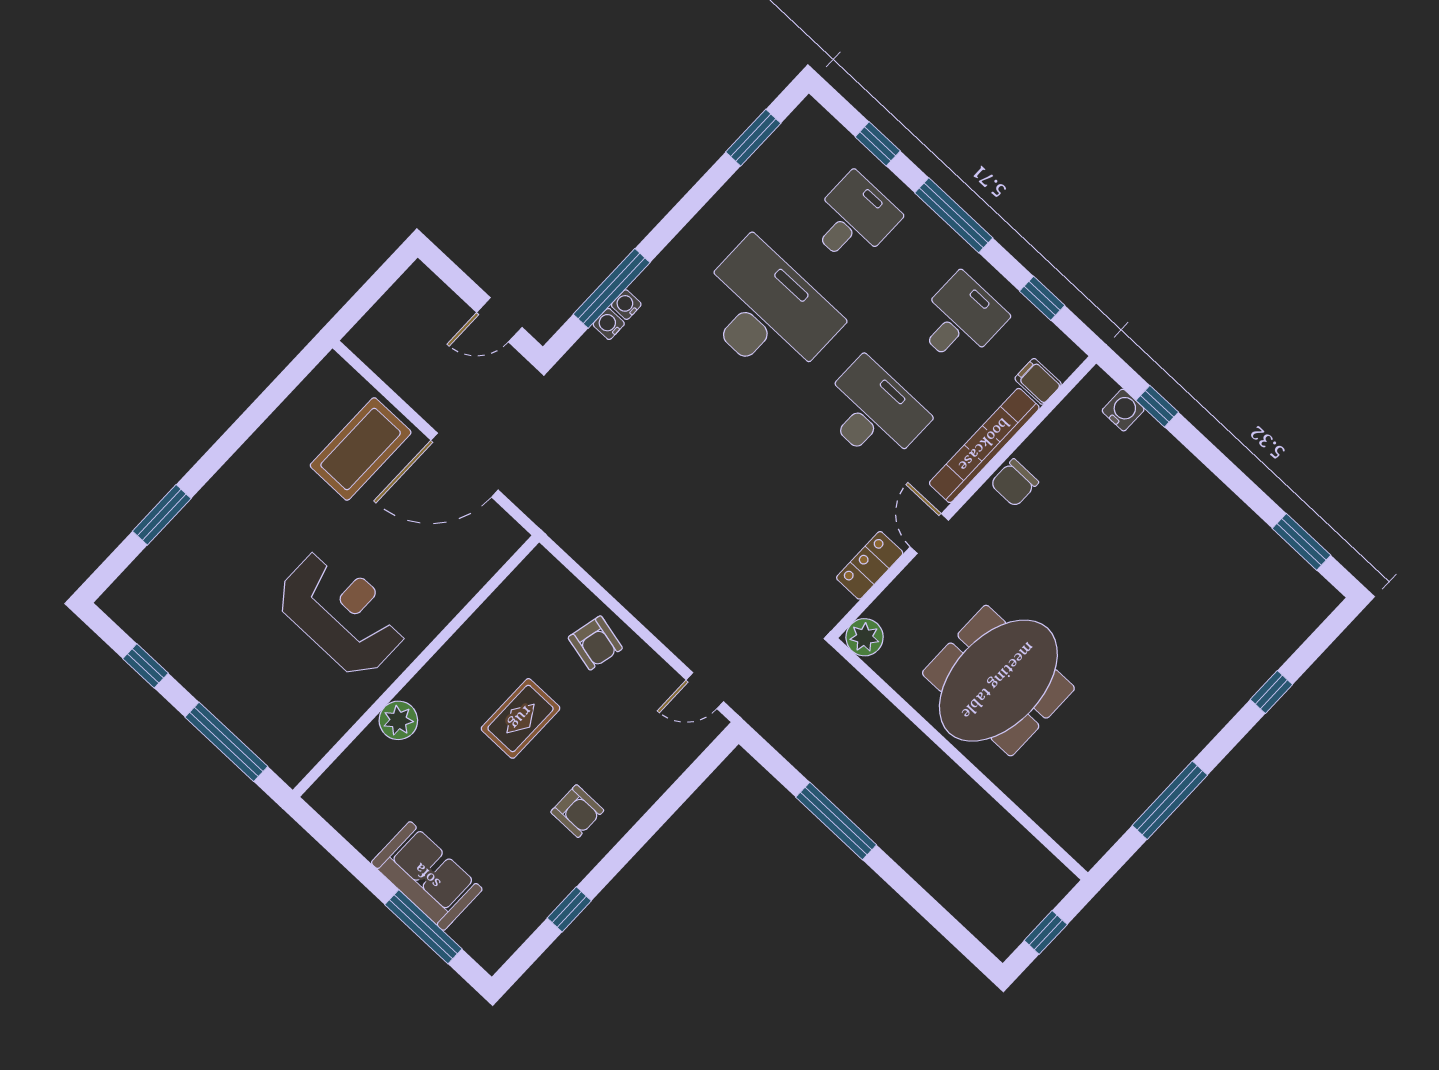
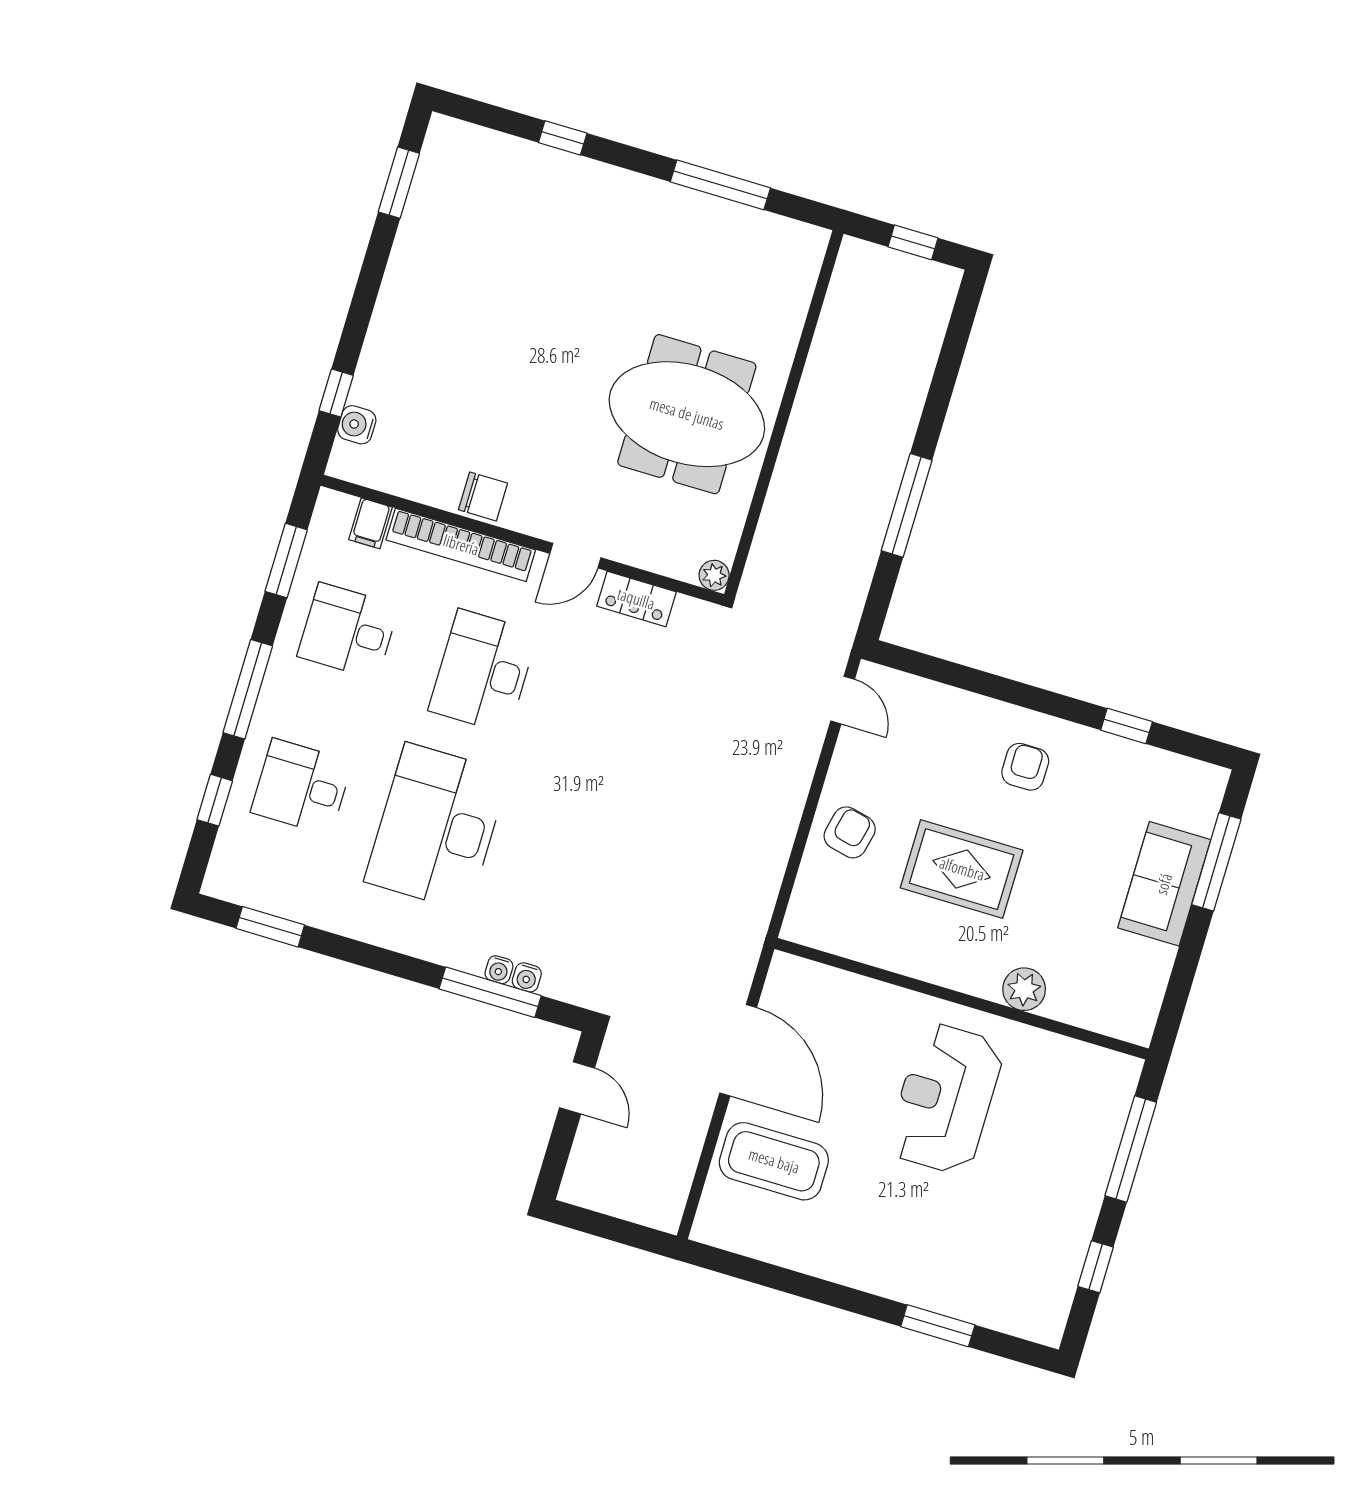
window: (1042, 298) -> (286, 561), width x1.50
plant: (865, 637) -> (714, 575), width x0.73, depth x0.73
rug: (521, 718) -> (962, 869), width x1.36, depth x1.43

